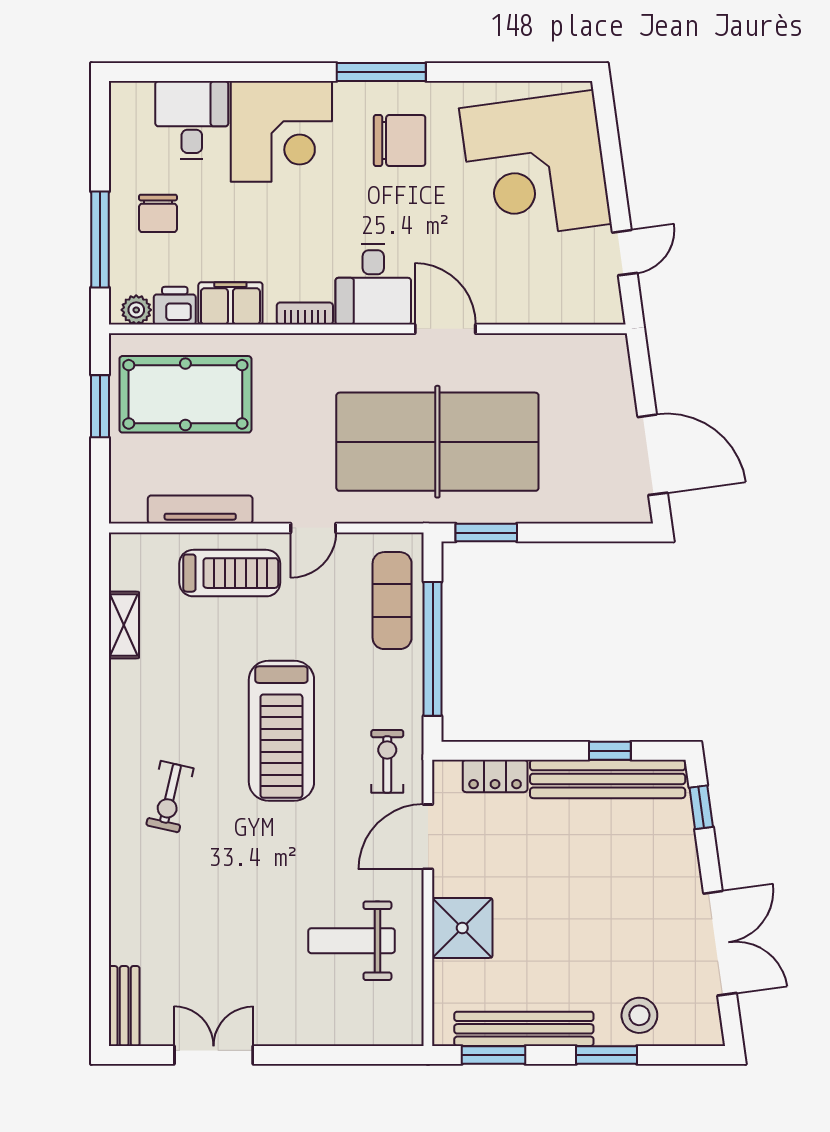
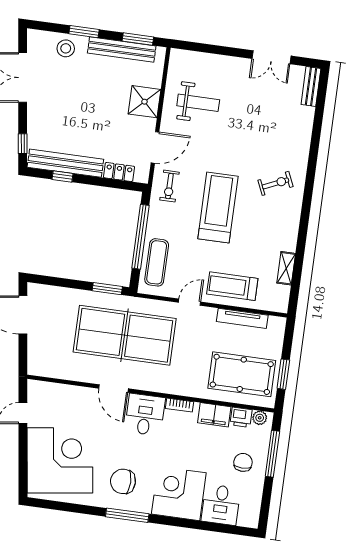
exercise bike: (170, 797) -> (275, 183), turned 53

